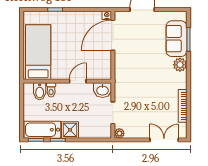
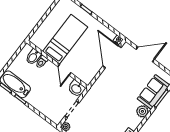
door: (113, 35) -> (112, 57), hinge flipped
bed: (38, 52) -> (65, 39), moved
door: (78, 81) -> (64, 70), swing flipped
shower: (70, 130) -> (34, 99), removed

